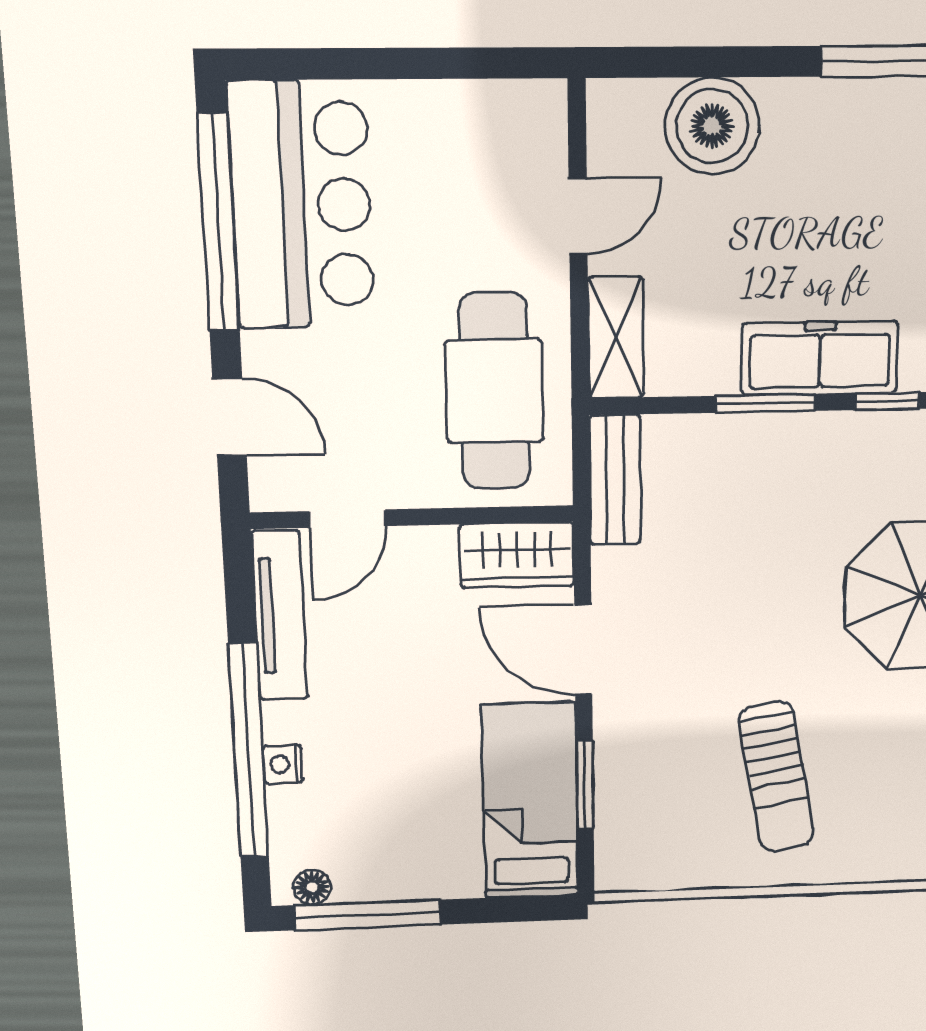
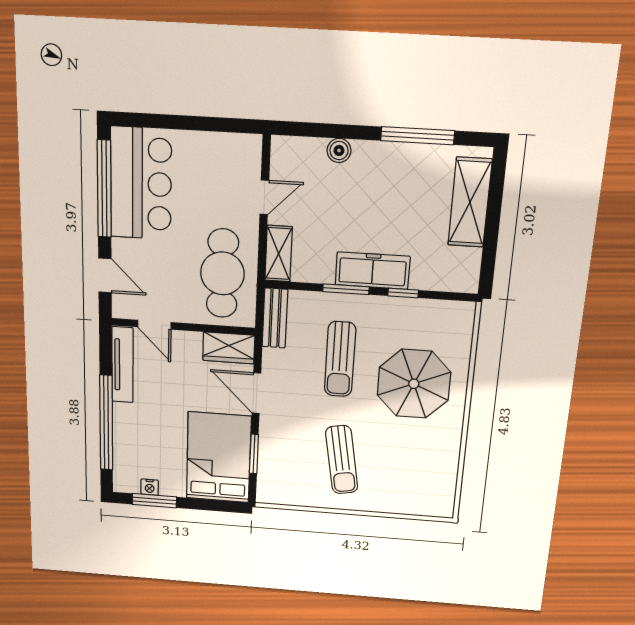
boiler: (712, 126) -> (339, 150), width x0.54, depth x0.54
door: (348, 519) -> (154, 325), hinge flipped
sun lounger: (761, 557) -> (340, 359), added
nightstand: (283, 764) -> (150, 487), moved, turned -90
bed: (530, 801) -> (219, 458), width x1.50
floor lamp: (312, 887) -> (131, 486), removed
window: (367, 915) -> (154, 501), width x0.69

